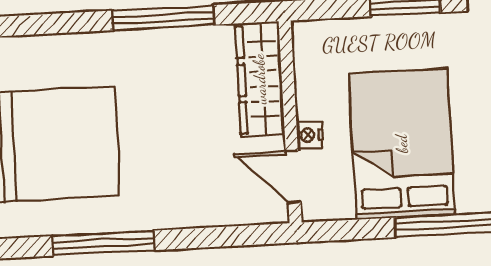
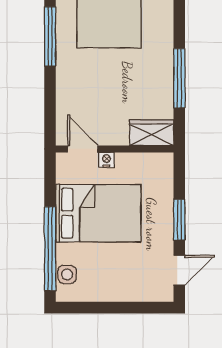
wardrobe: (260, 79) -> (152, 133), width x0.67
door: (293, 177) -> (83, 149), hinge flipped

